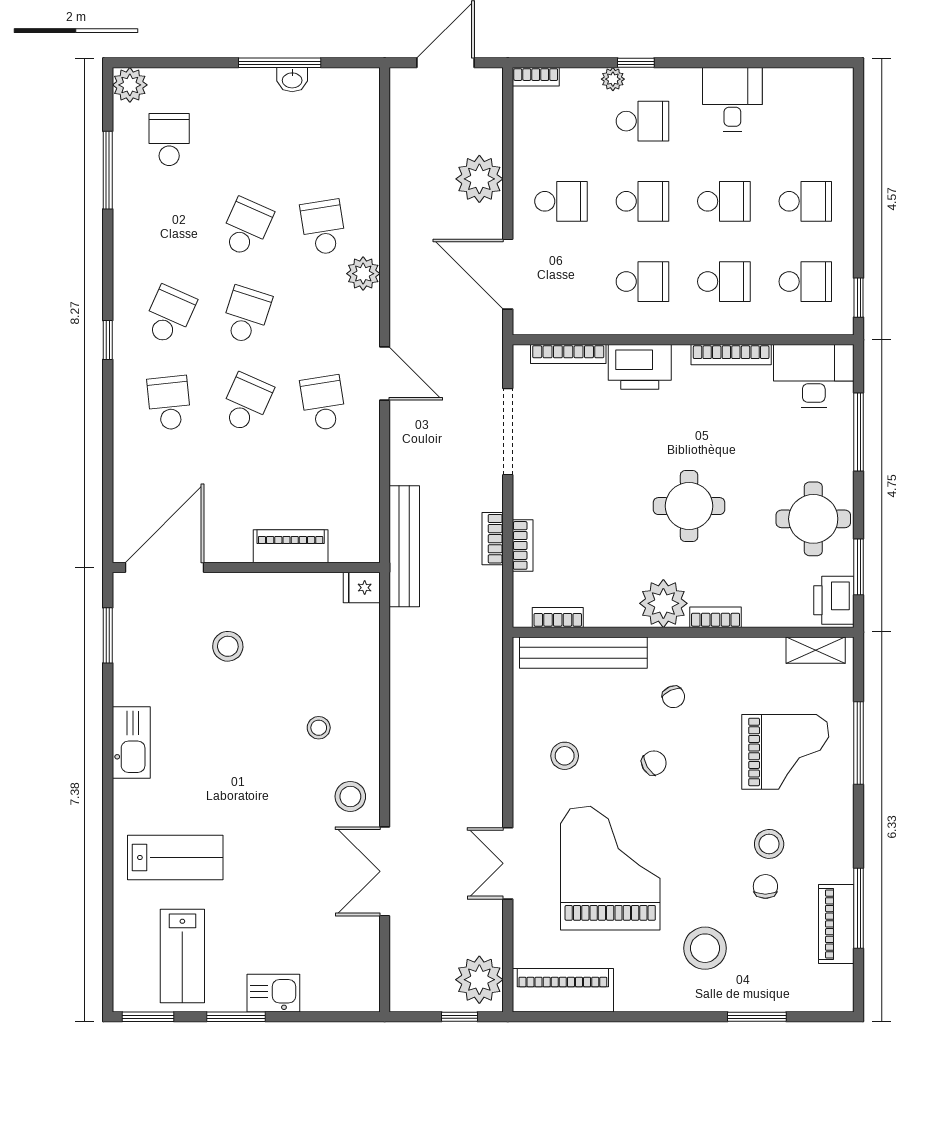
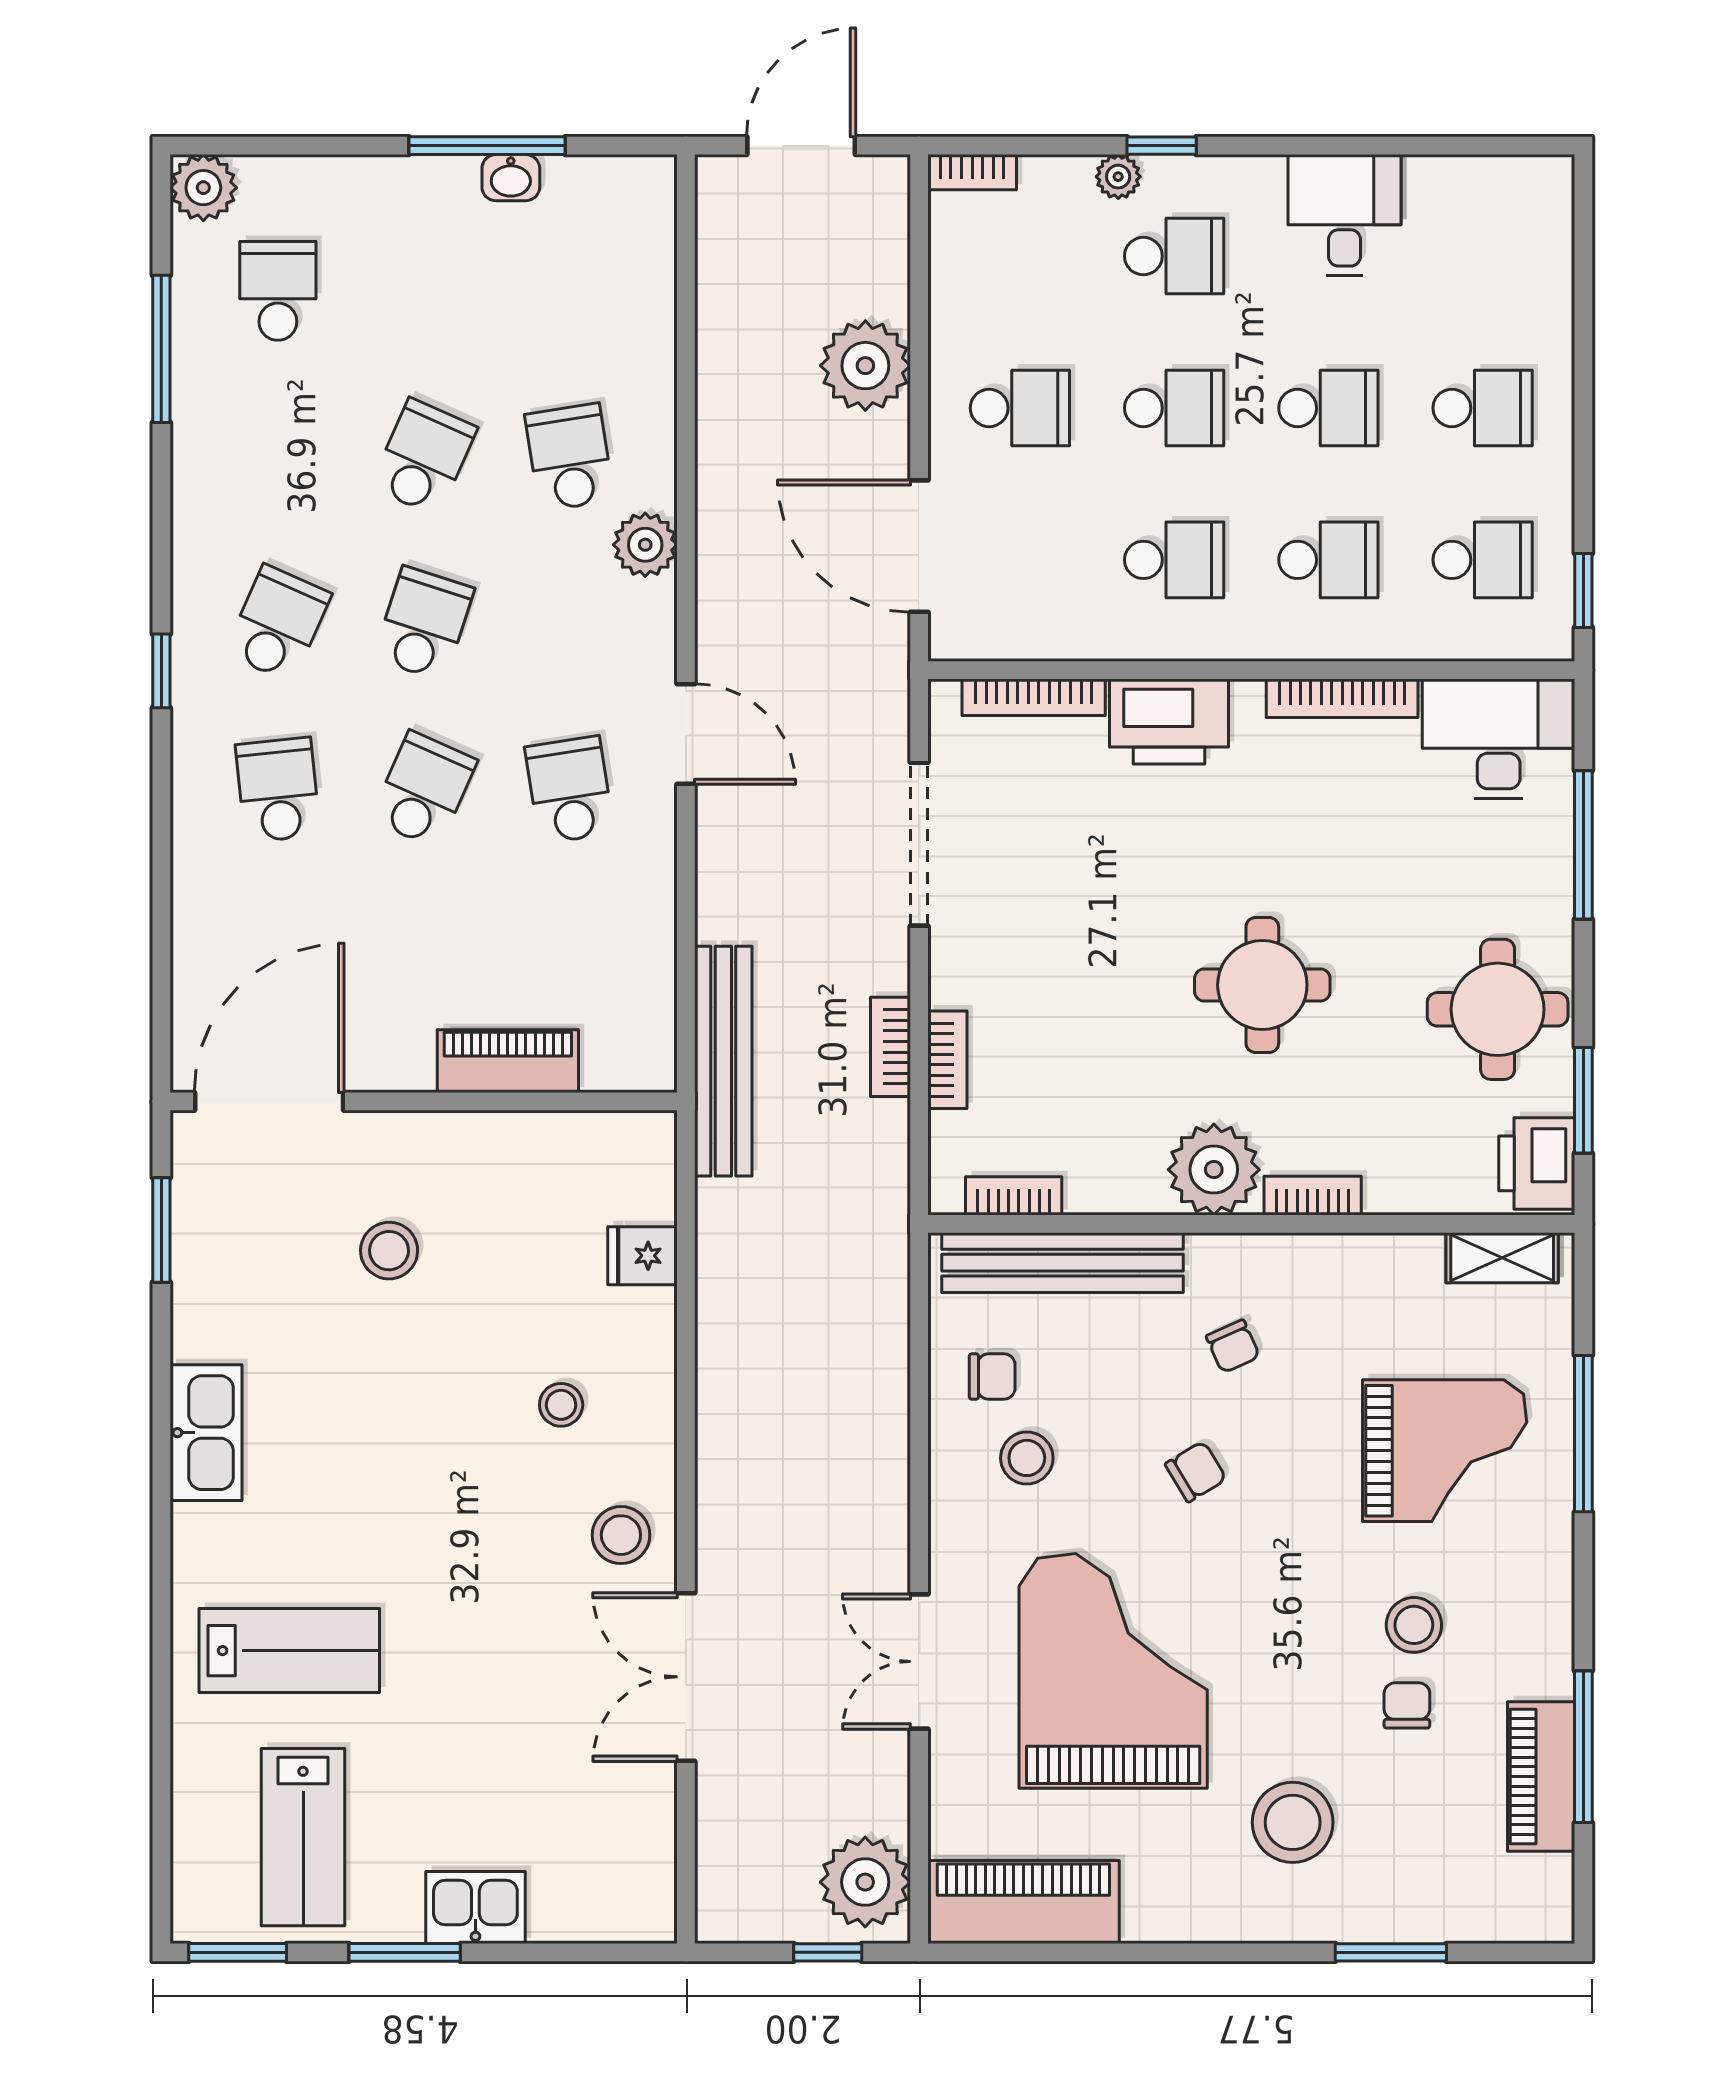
fridge: (362, 588) -> (642, 1256), moved
chair: (546, 713) -> (992, 1376), added

